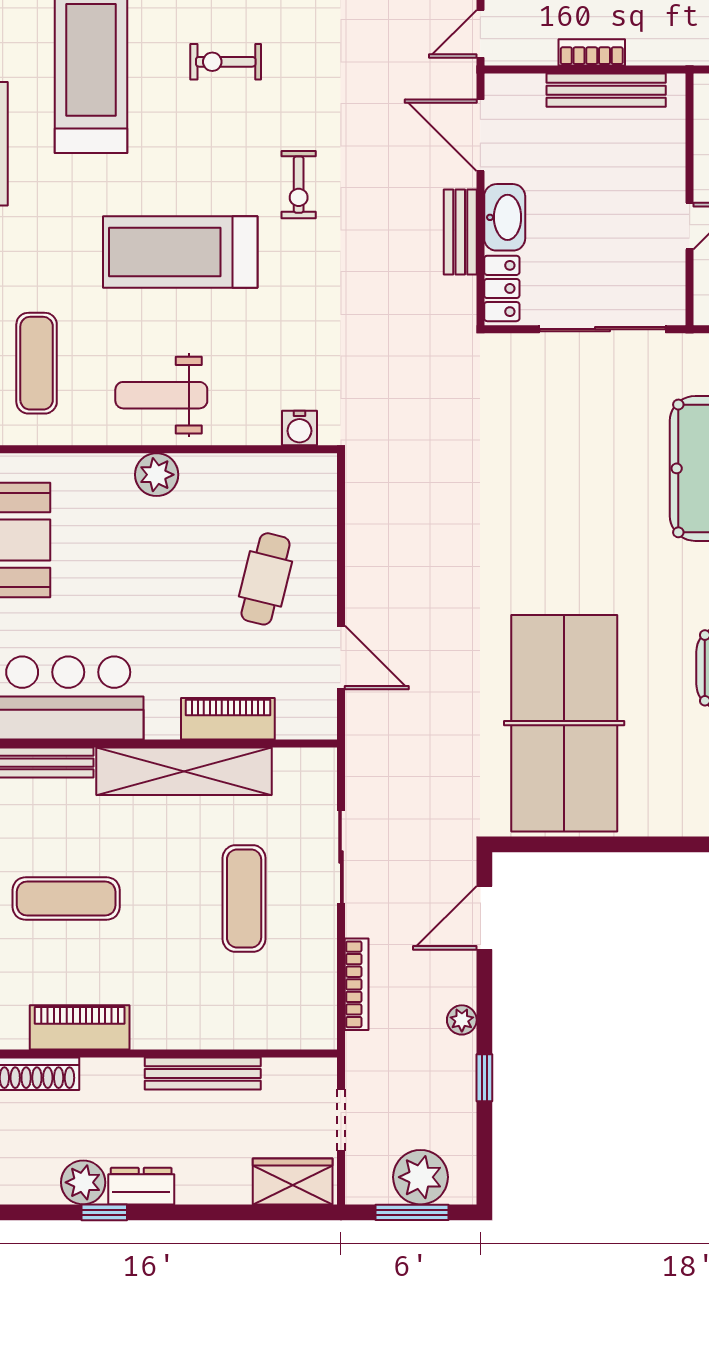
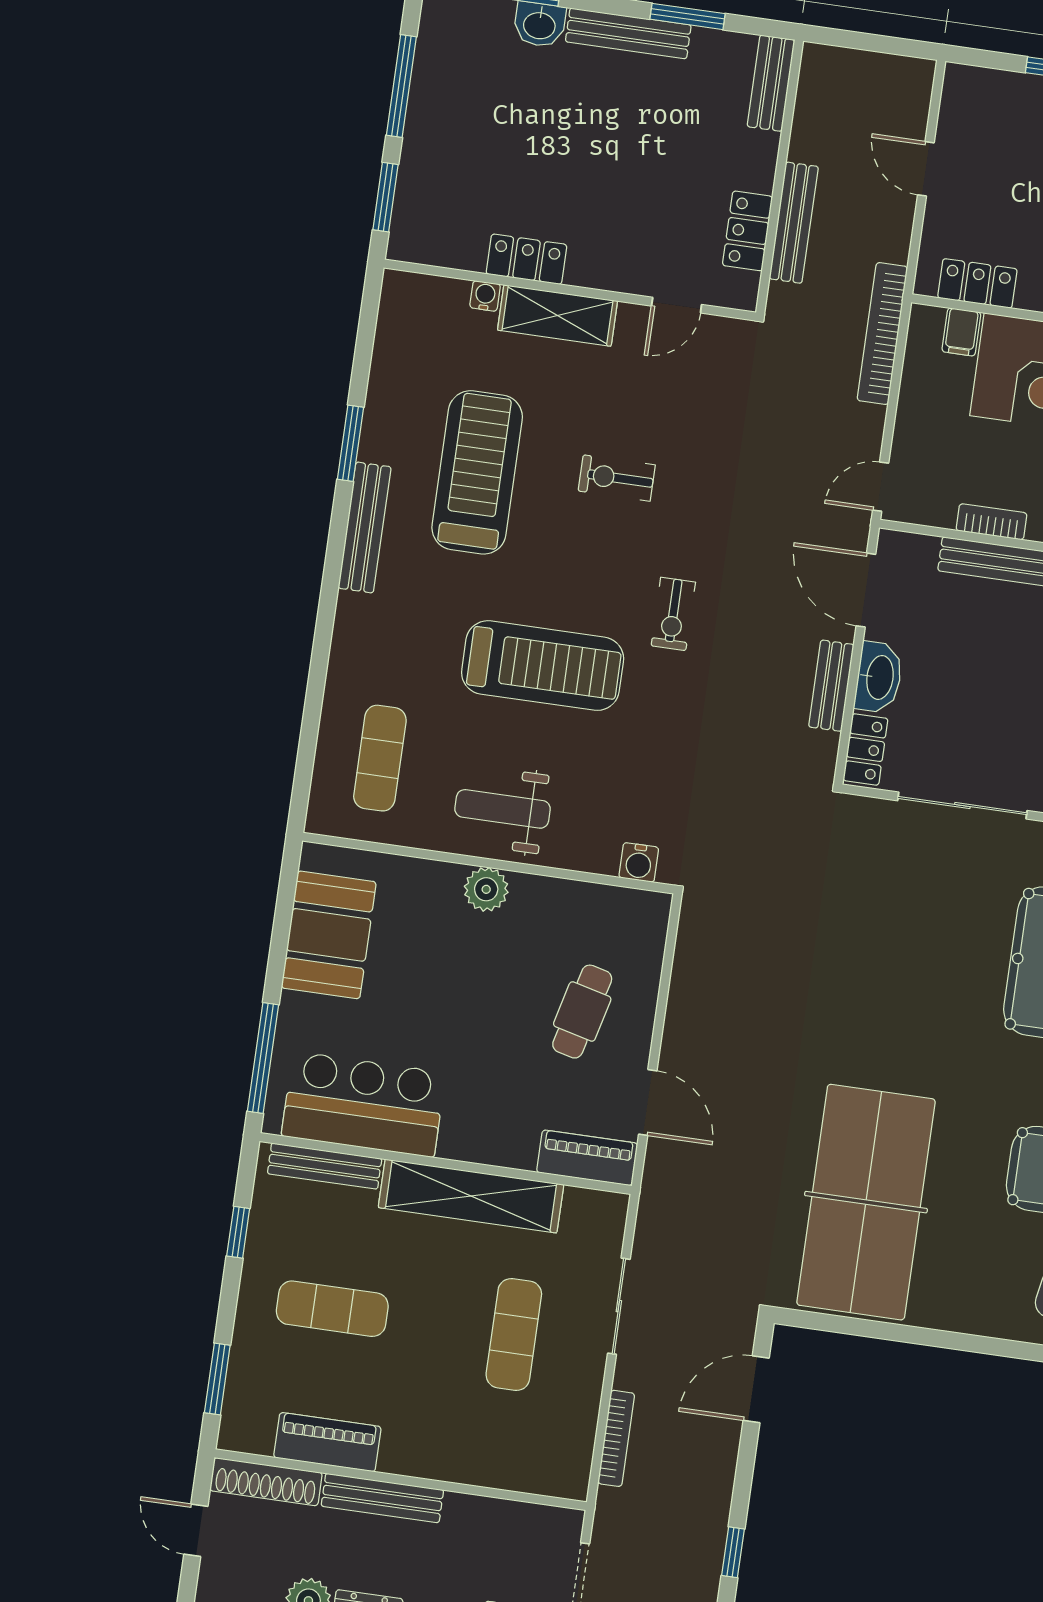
treadmill: (180, 252) -> (543, 666), turned 180
piano: (228, 719) -> (587, 1158), moved
plant: (462, 1020) -> (718, 1490), removed
bench: (203, 1074) -> (382, 1498), moved

